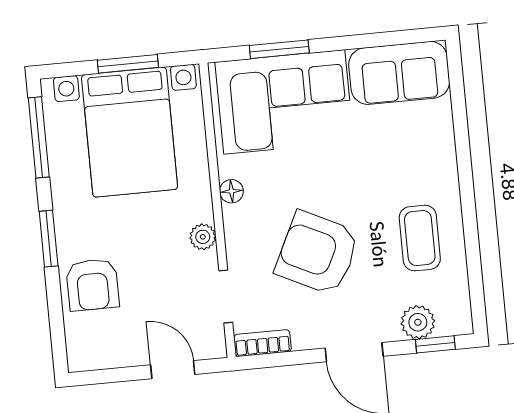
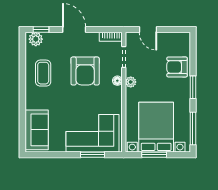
sofa: (399, 73) -> (37, 130), moved, turned 90
floor lamp: (231, 191) -> (117, 81), moved
armchair: (317, 253) -> (85, 71), turned 64
armchair: (93, 285) -> (177, 67), turned -90
plant: (418, 322) -> (36, 39), moved

